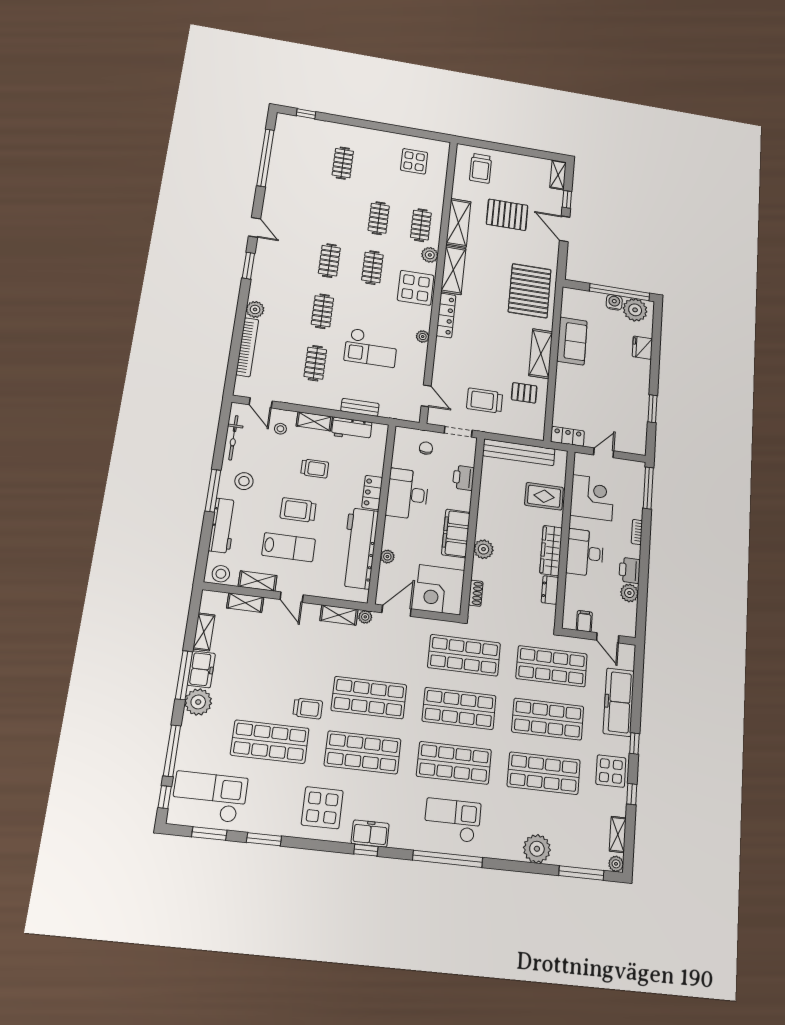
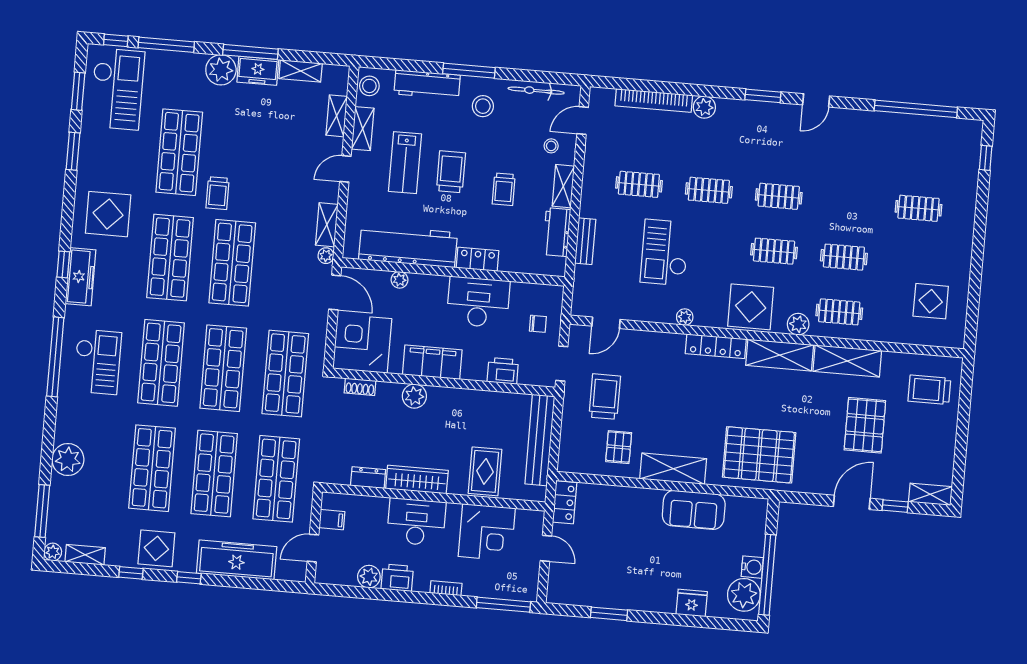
freezer: (370, 833) -> (81, 277), width x1.40

